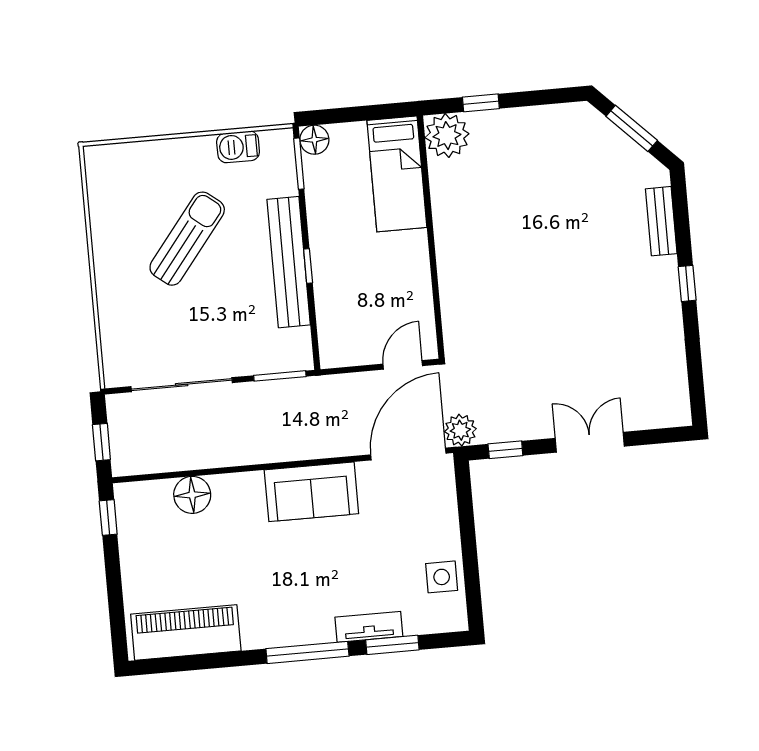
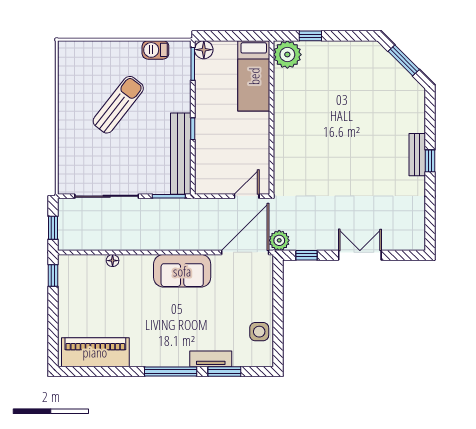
bench: (661, 221) -> (417, 155), moved
bench: (289, 262) -> (181, 154), moved
floor lamp: (192, 495) -> (113, 261), width x0.53, depth x0.53

